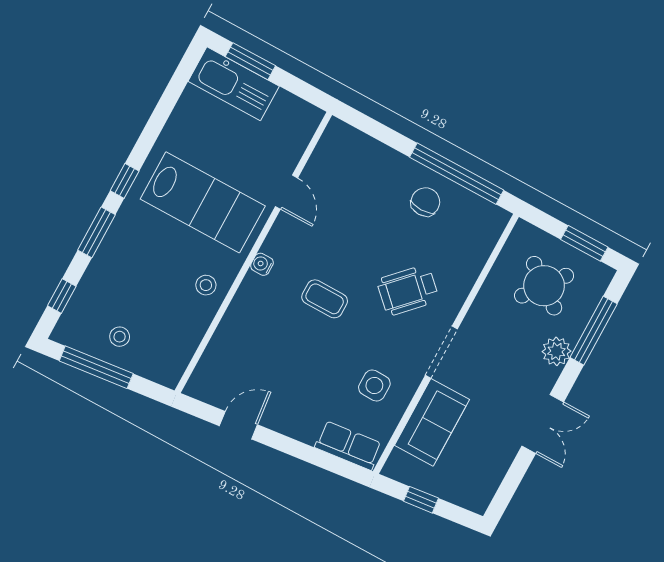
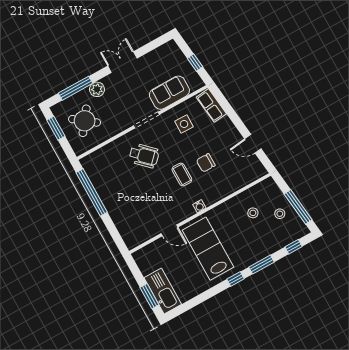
door: (286, 192) -> (169, 230), swing flipped
chair: (425, 202) -> (206, 163), moved
stool: (206, 285) -> (253, 213), moved

